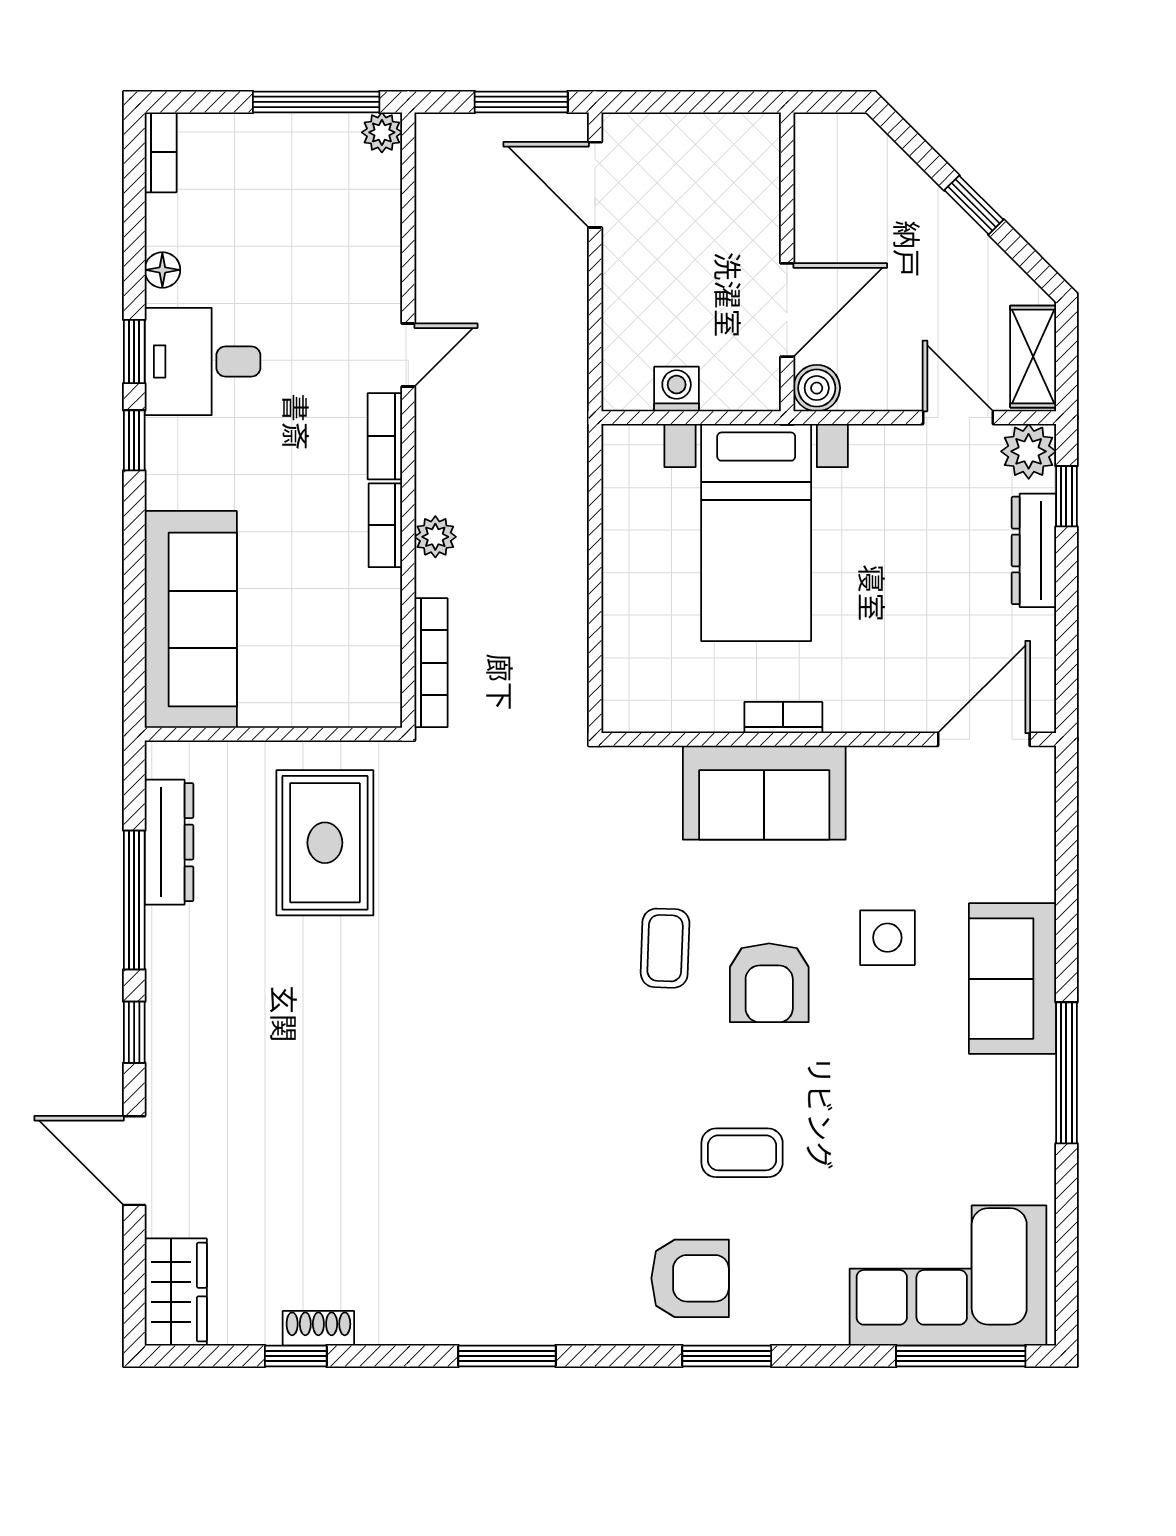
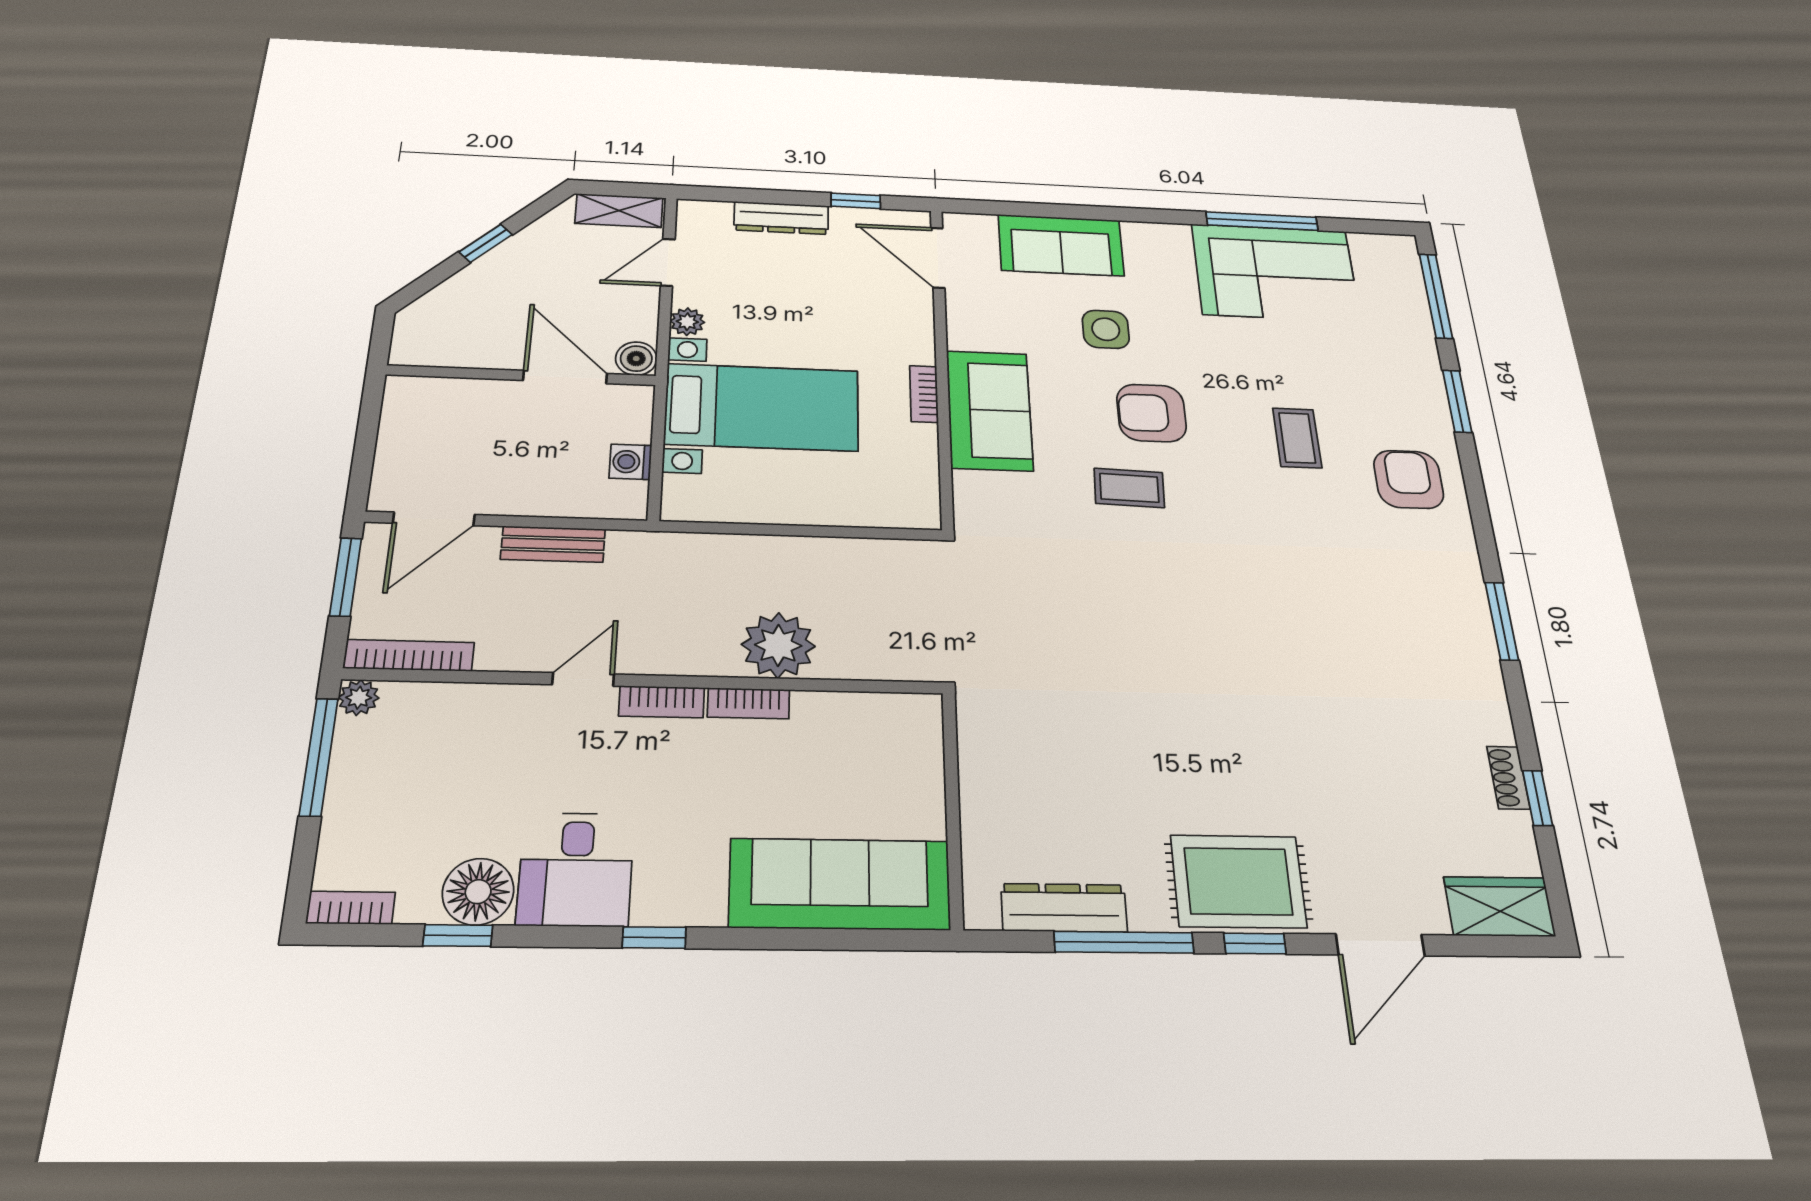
floor lamp: (162, 270) -> (478, 892), width x1.89, depth x1.89
bench: (568, 313) -> (553, 544), added
window: (134, 352) -> (458, 936), moved
door: (408, 355) -> (583, 679), hinge flipped
plant: (1029, 451) -> (687, 322), moved, width x0.73, depth x0.73
window: (1066, 496) -> (856, 201), moved
plant: (435, 537) -> (778, 645), width x1.88, depth x1.88
bookcase: (431, 663) -> (409, 655), moved
rug: (325, 843) -> (1238, 881), moved
sofa: (1013, 979) -> (1061, 245), moved
armchair: (769, 983) -> (1151, 413), turned 180
window: (1066, 1073) -> (1262, 221), moved
corner sofa: (948, 1276) -> (1275, 272), moved, turned -90
window: (727, 1356) -> (1457, 401), moved

